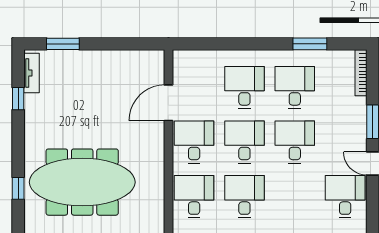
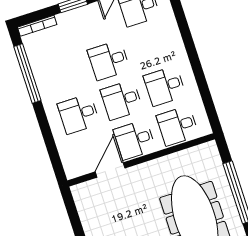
window: (310, 44) -> (27, 74), width x2.11
desk: (295, 87) -> (66, 74), removed
door: (168, 103) -> (110, 170), swing flipped

